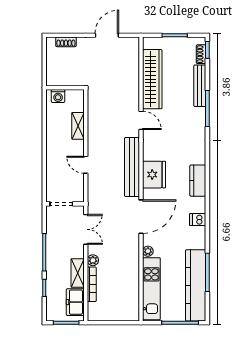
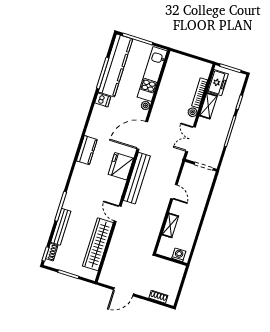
dishwasher: (198, 220) -> (103, 100), moved

